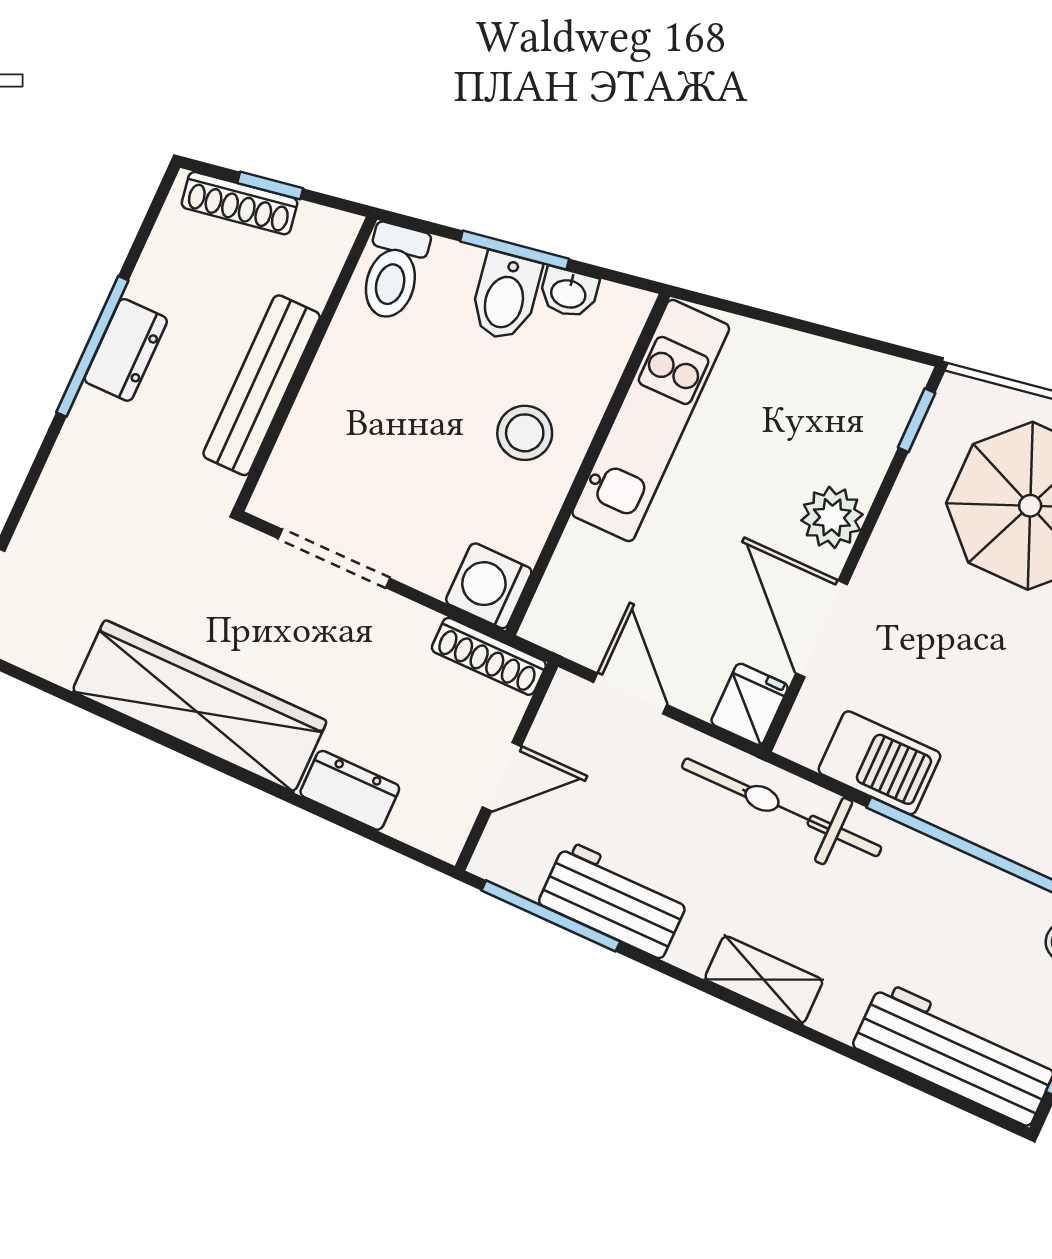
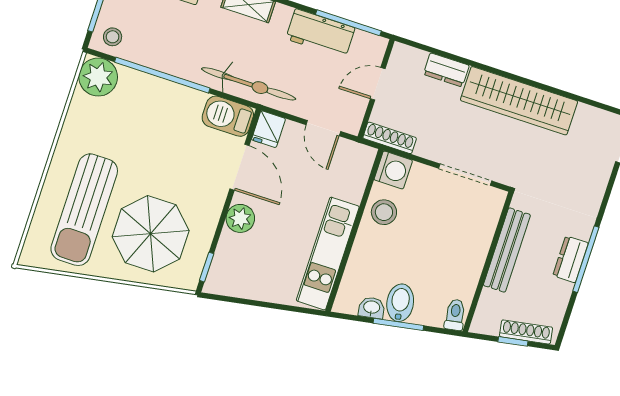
toilet: (393, 272) -> (455, 315), width x0.73, depth x0.72
stool: (525, 433) -> (384, 212), moved
barbecue: (879, 763) -> (228, 116), moved

